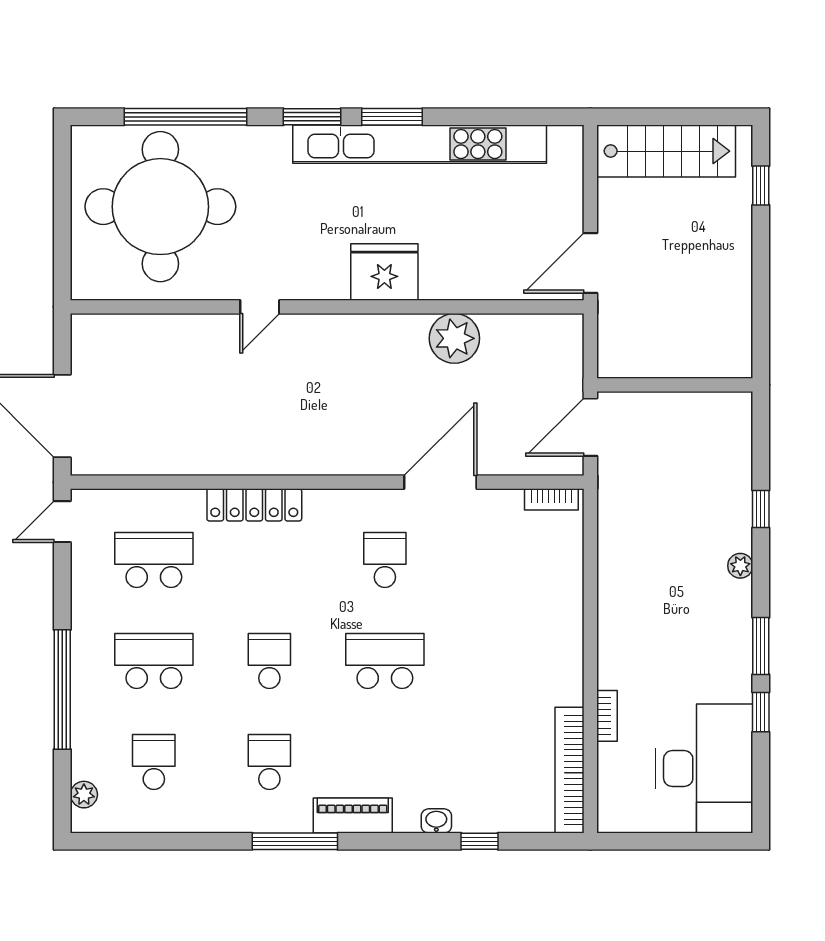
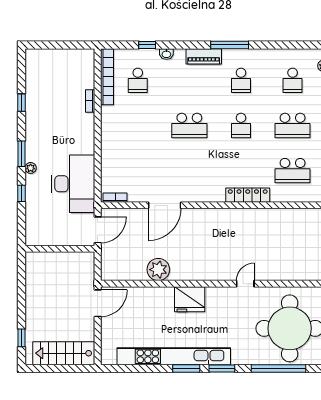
school desk: (385, 560) -> (138, 80), moved
window: (761, 646) -> (21, 154), moved
desk: (704, 769) -> (73, 184), moved, turned 180

